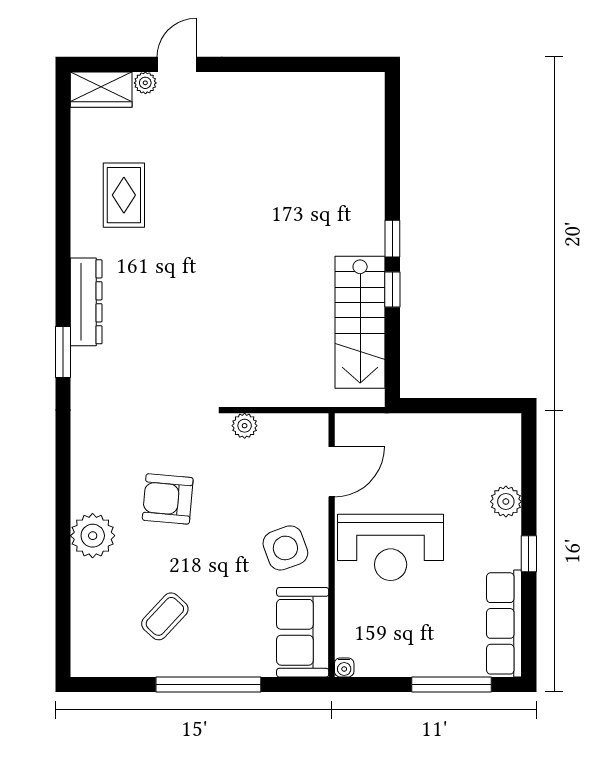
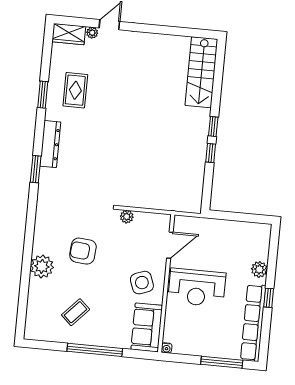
window: (63, 209) -> (43, 95), added
stairs: (360, 322) -> (201, 72), moved
row of seats: (504, 623) -> (253, 323), width x1.36

